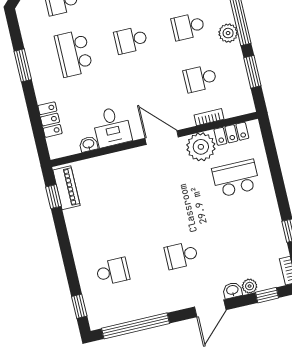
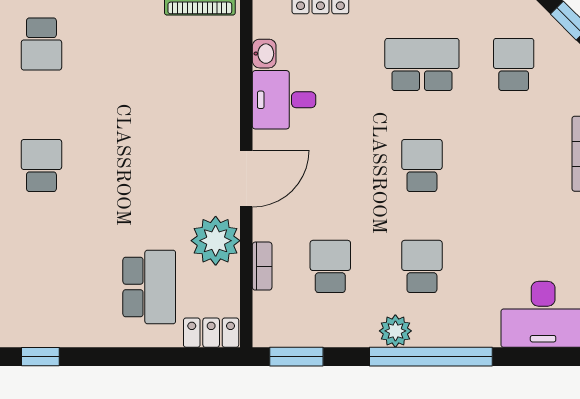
window: (252, 72) -> (296, 357), moved
locker: (231, 134) -> (211, 333), moved, turned 90

